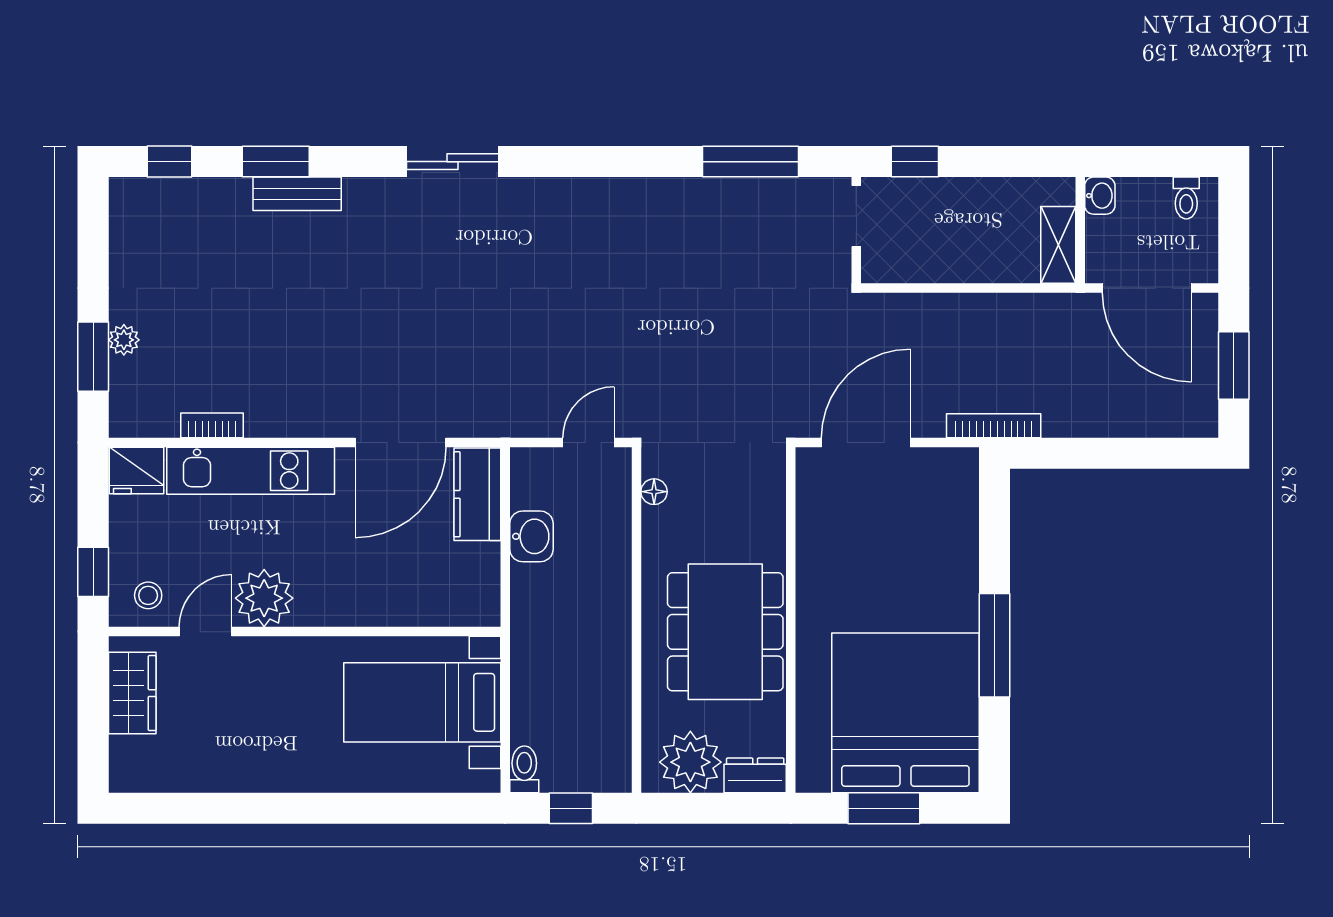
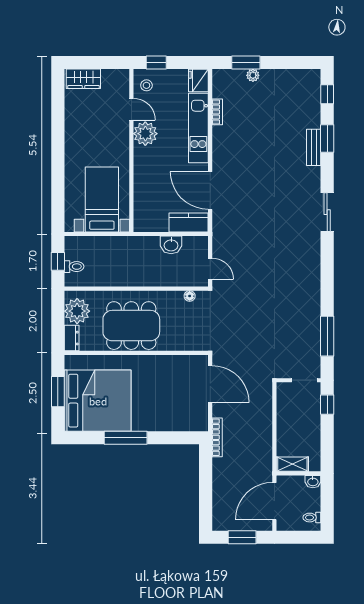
wardrobe: (132, 693) -> (83, 79), moved
toilet: (524, 769) -> (74, 267), moved

